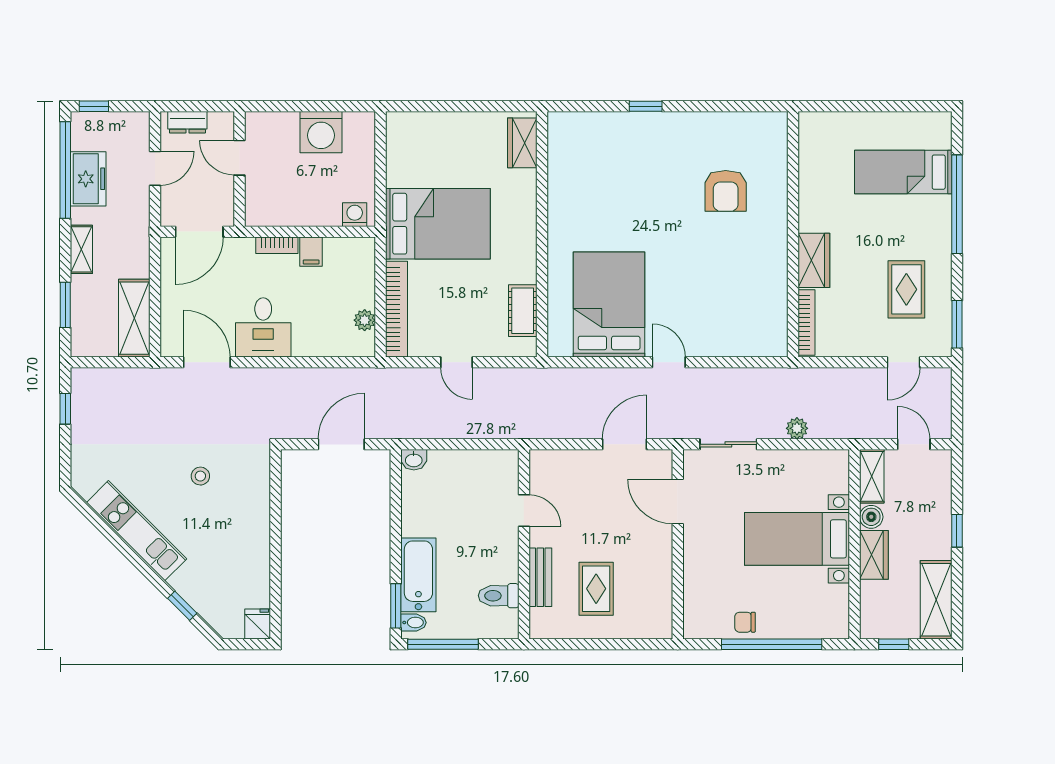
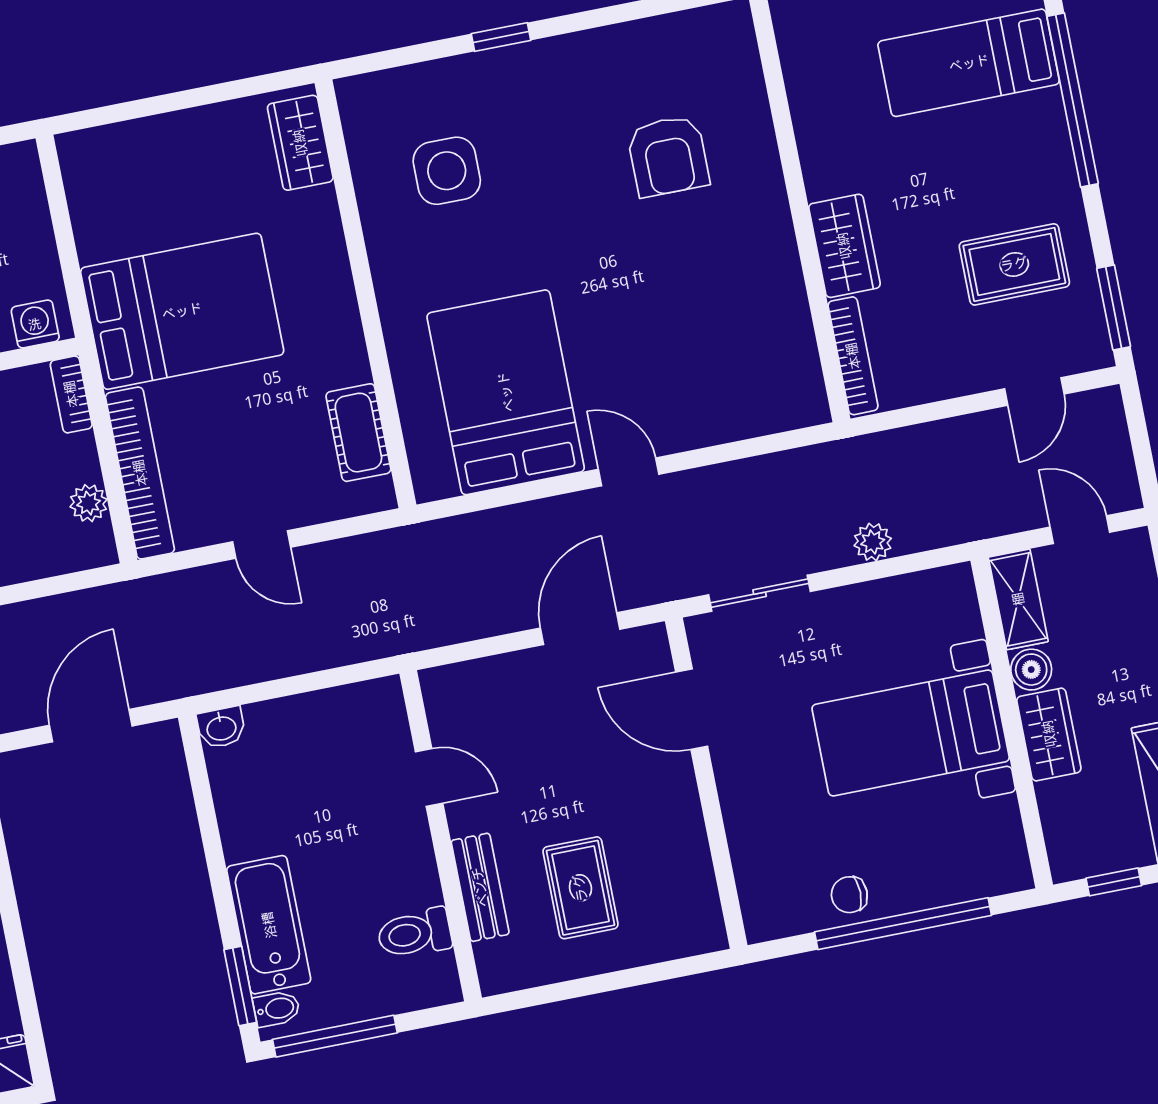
side table: (601, 175) -> (447, 171), added
bookcase: (367, 258) -> (71, 394), added
rug: (906, 289) -> (1014, 264), turned 90

